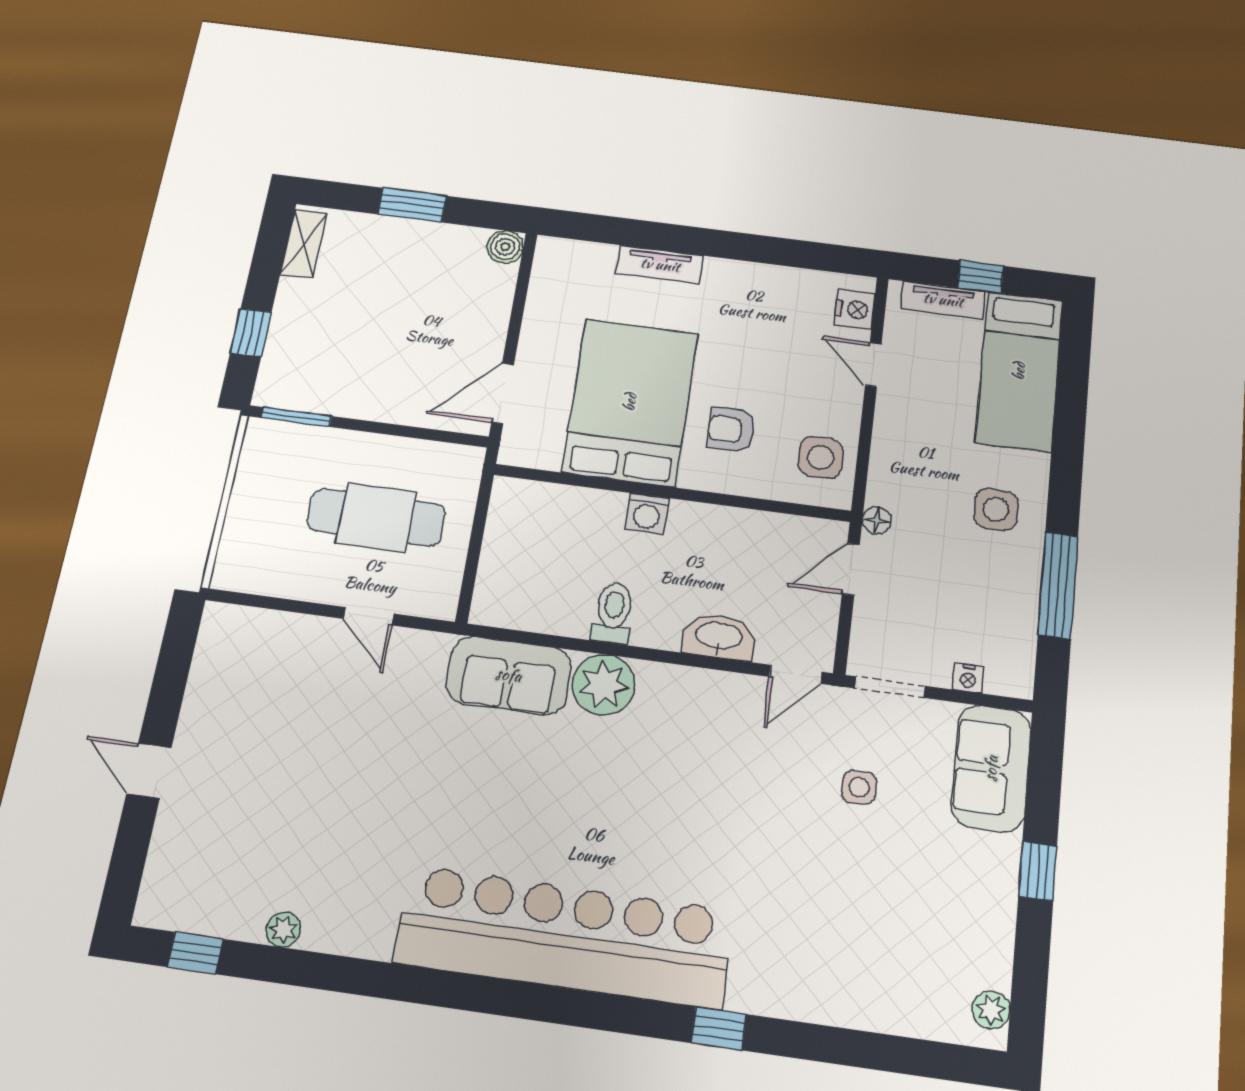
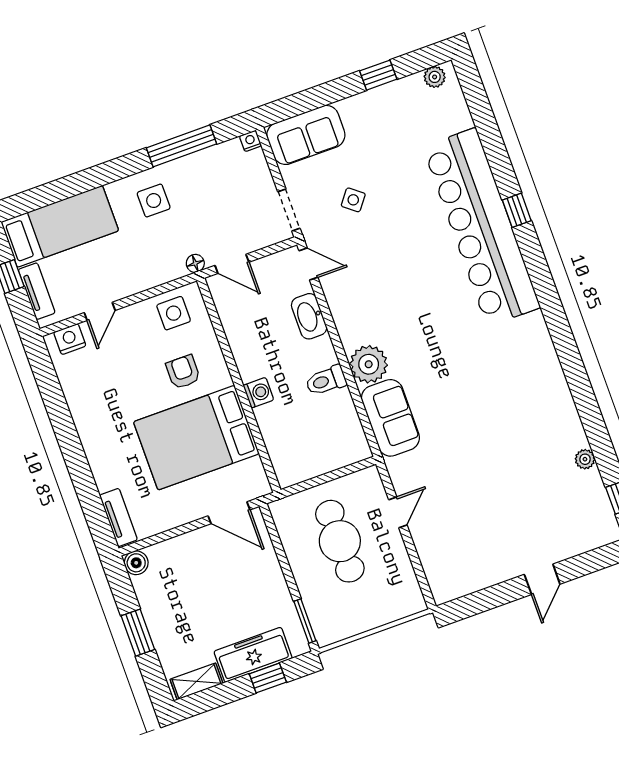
tv unit: (660, 265) -> (118, 517), moved
freezer: (293, 330) -> (253, 655), added
armchair: (731, 430) -> (183, 372), turned 180
nightstand: (968, 678) -> (250, 141), moved, turned -90
side table: (859, 787) -> (353, 200), turned 38
window: (1038, 871) -> (378, 75), moved
bar counter: (564, 937) -> (482, 227), moved

